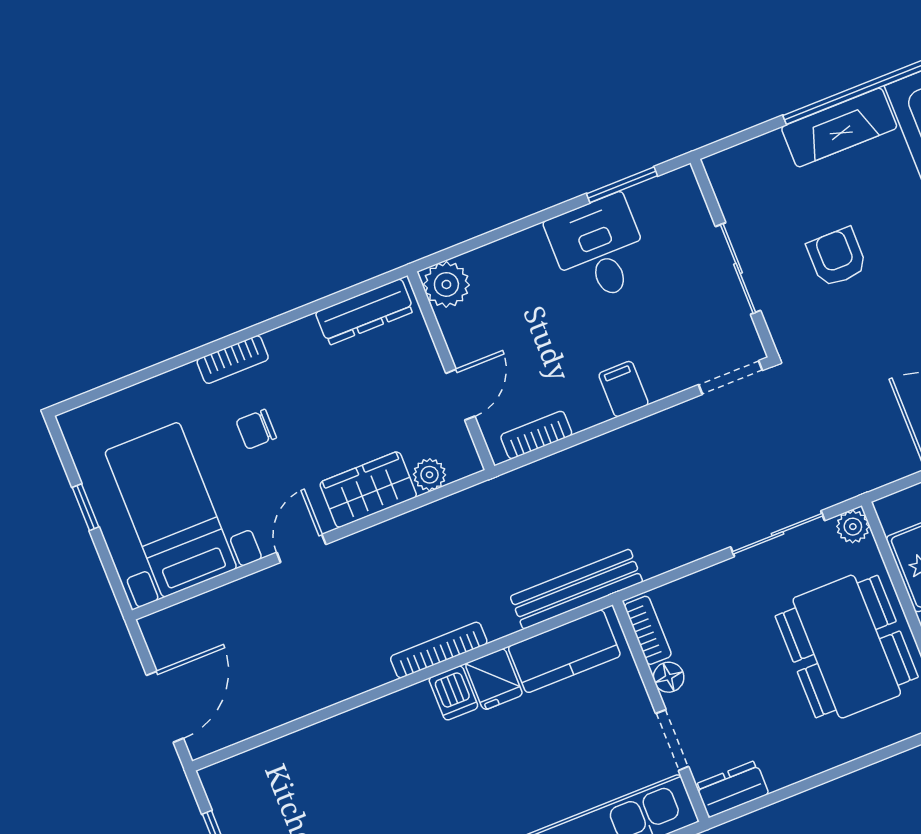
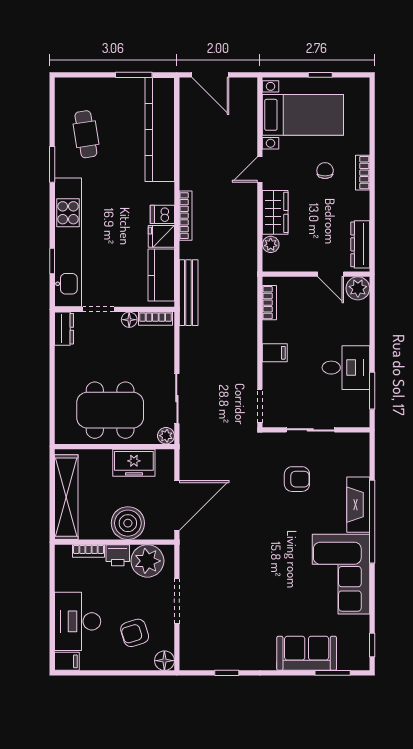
door: (460, 395) -> (331, 274), moved
door: (301, 548) -> (260, 170), swing flipped
kitchen counter: (301, 759) -> (160, 130), added

